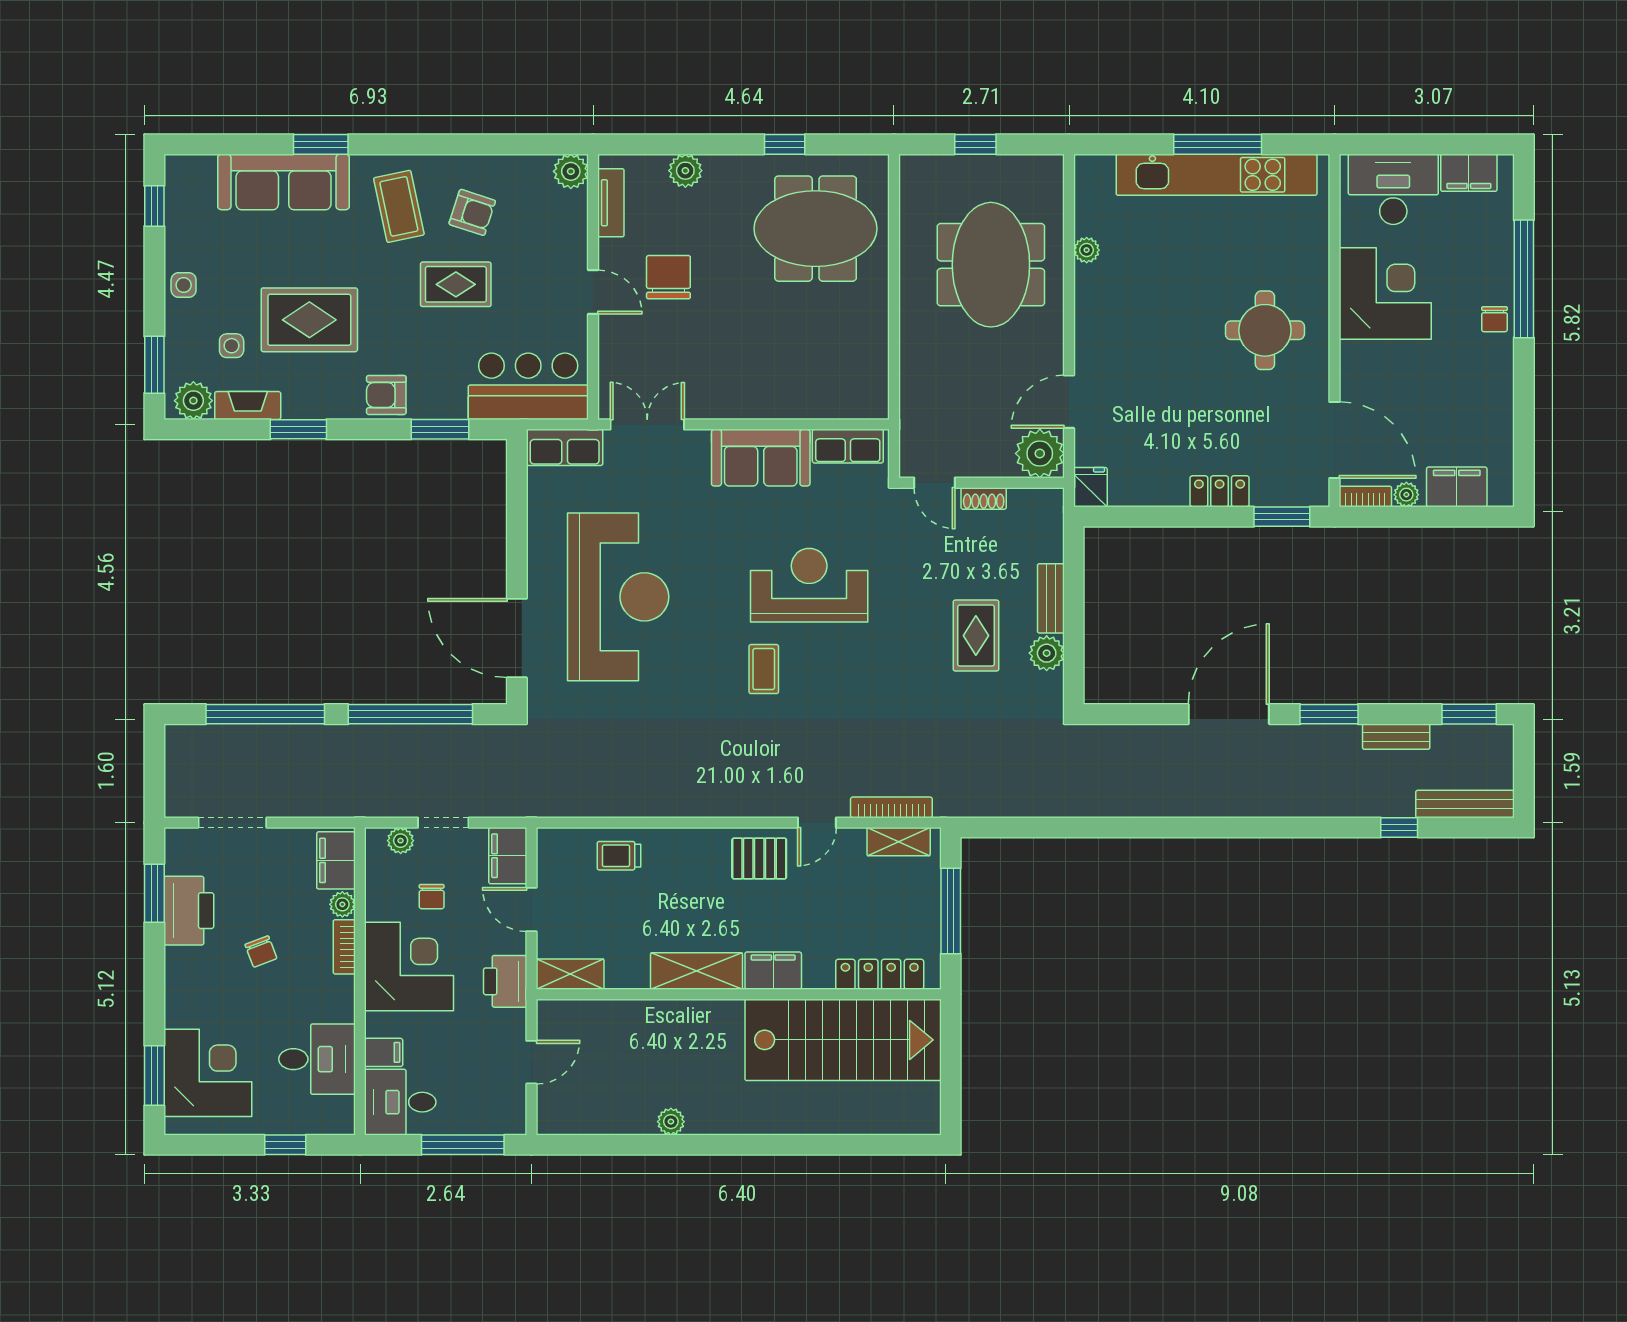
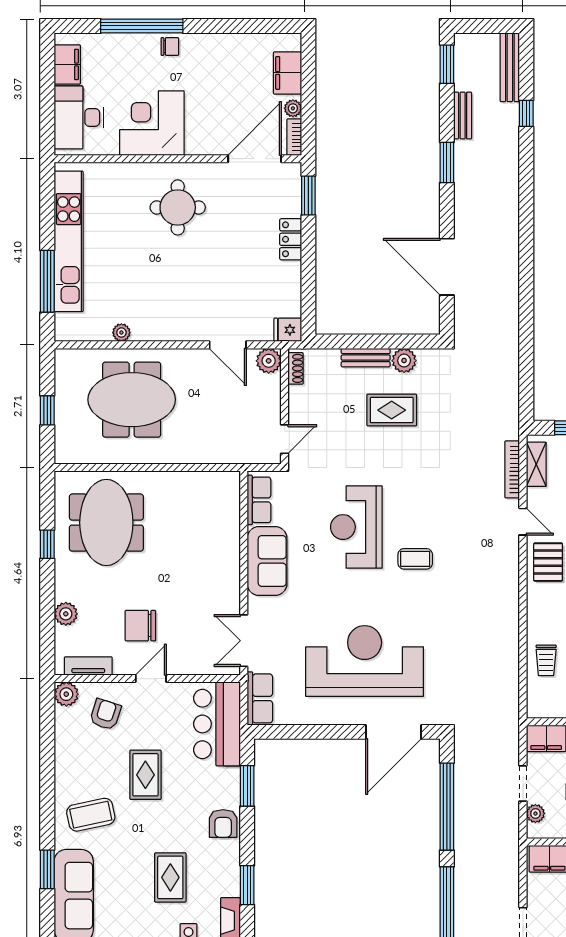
window: (1218, 144) -> (47, 281), moved
armchair: (472, 212) -> (105, 714), moved
rug: (309, 320) -> (170, 877), width x0.73, depth x0.70
plant: (1040, 453) -> (269, 361), width x0.73, depth x0.73
shoe rack: (984, 498) -> (296, 368), moved
door: (1229, 714) -> (447, 267), moved

